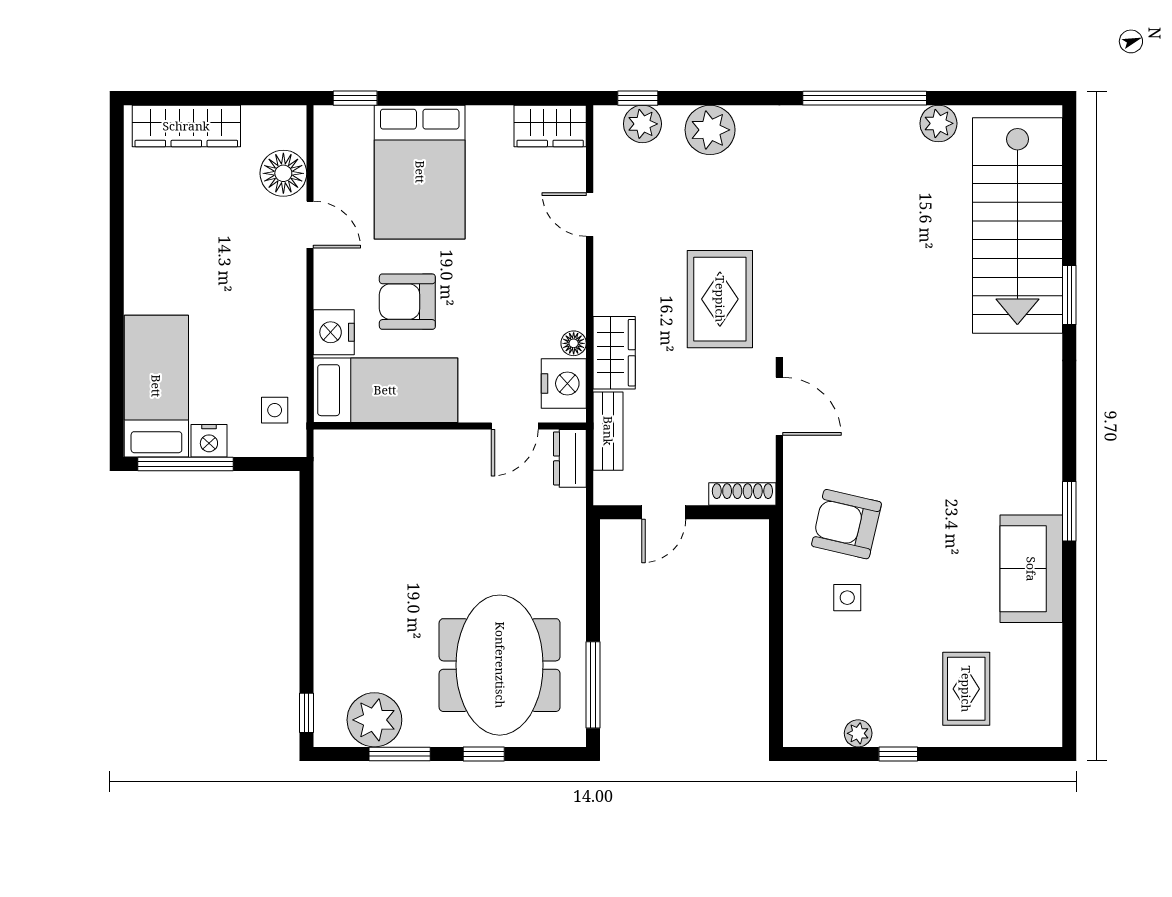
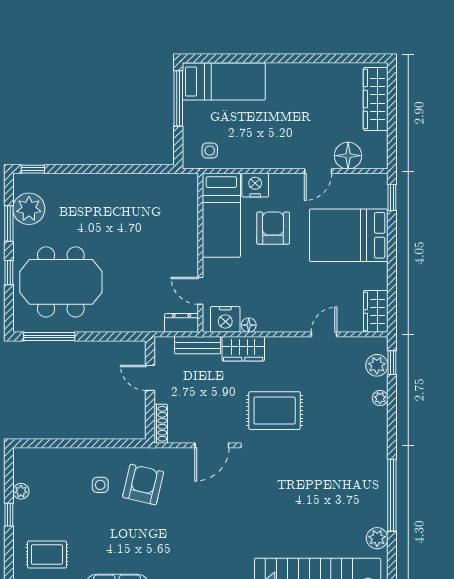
plant: (710, 130) -> (380, 398), width x0.53, depth x0.53
nightstand: (209, 441) -> (192, 112), removed

